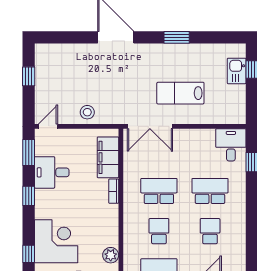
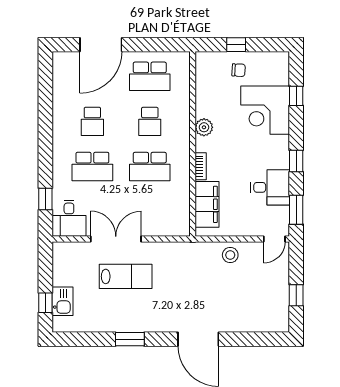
double door: (150, 126) -> (116, 239), moved
plant: (111, 255) -> (204, 127), moved

